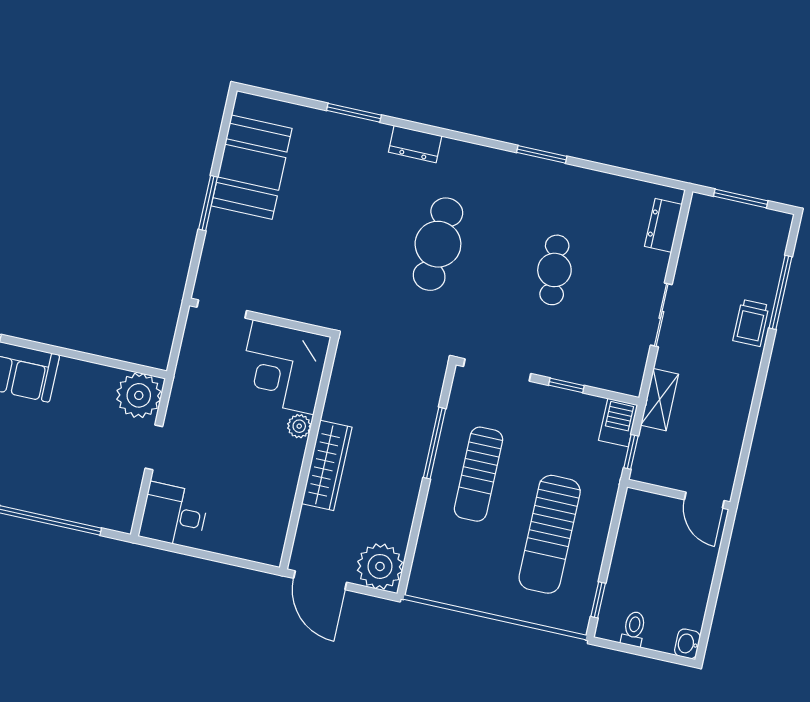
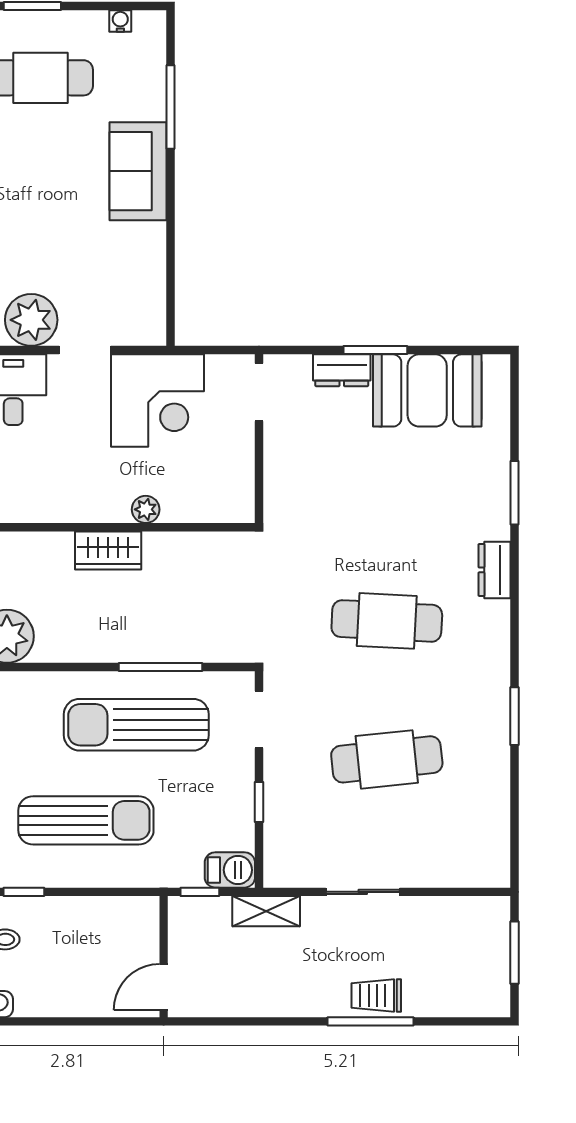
dresser: (663, 225) -> (342, 370), moved, turned 180
cafe table: (554, 270) -> (387, 759), width x1.37, depth x1.35
window: (781, 292) -> (370, 1021), moved
corner desk: (283, 367) -> (157, 401), moved, turned 180
doorway: (497, 370) -> (259, 720), width x0.73
plant: (139, 395) -> (31, 320), moved
wardrobe: (327, 465) -> (108, 551), width x0.67
sun lounger: (479, 474) -> (136, 725), width x1.36, depth x1.34
sun lounger: (550, 534) -> (86, 820), turned 180

